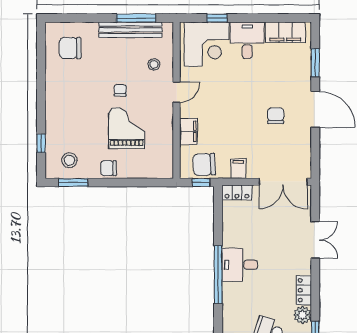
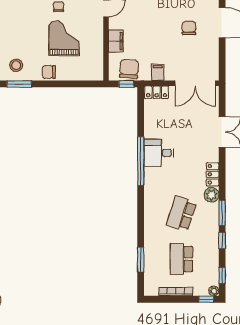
chair: (204, 164) -> (129, 69), turned 97

